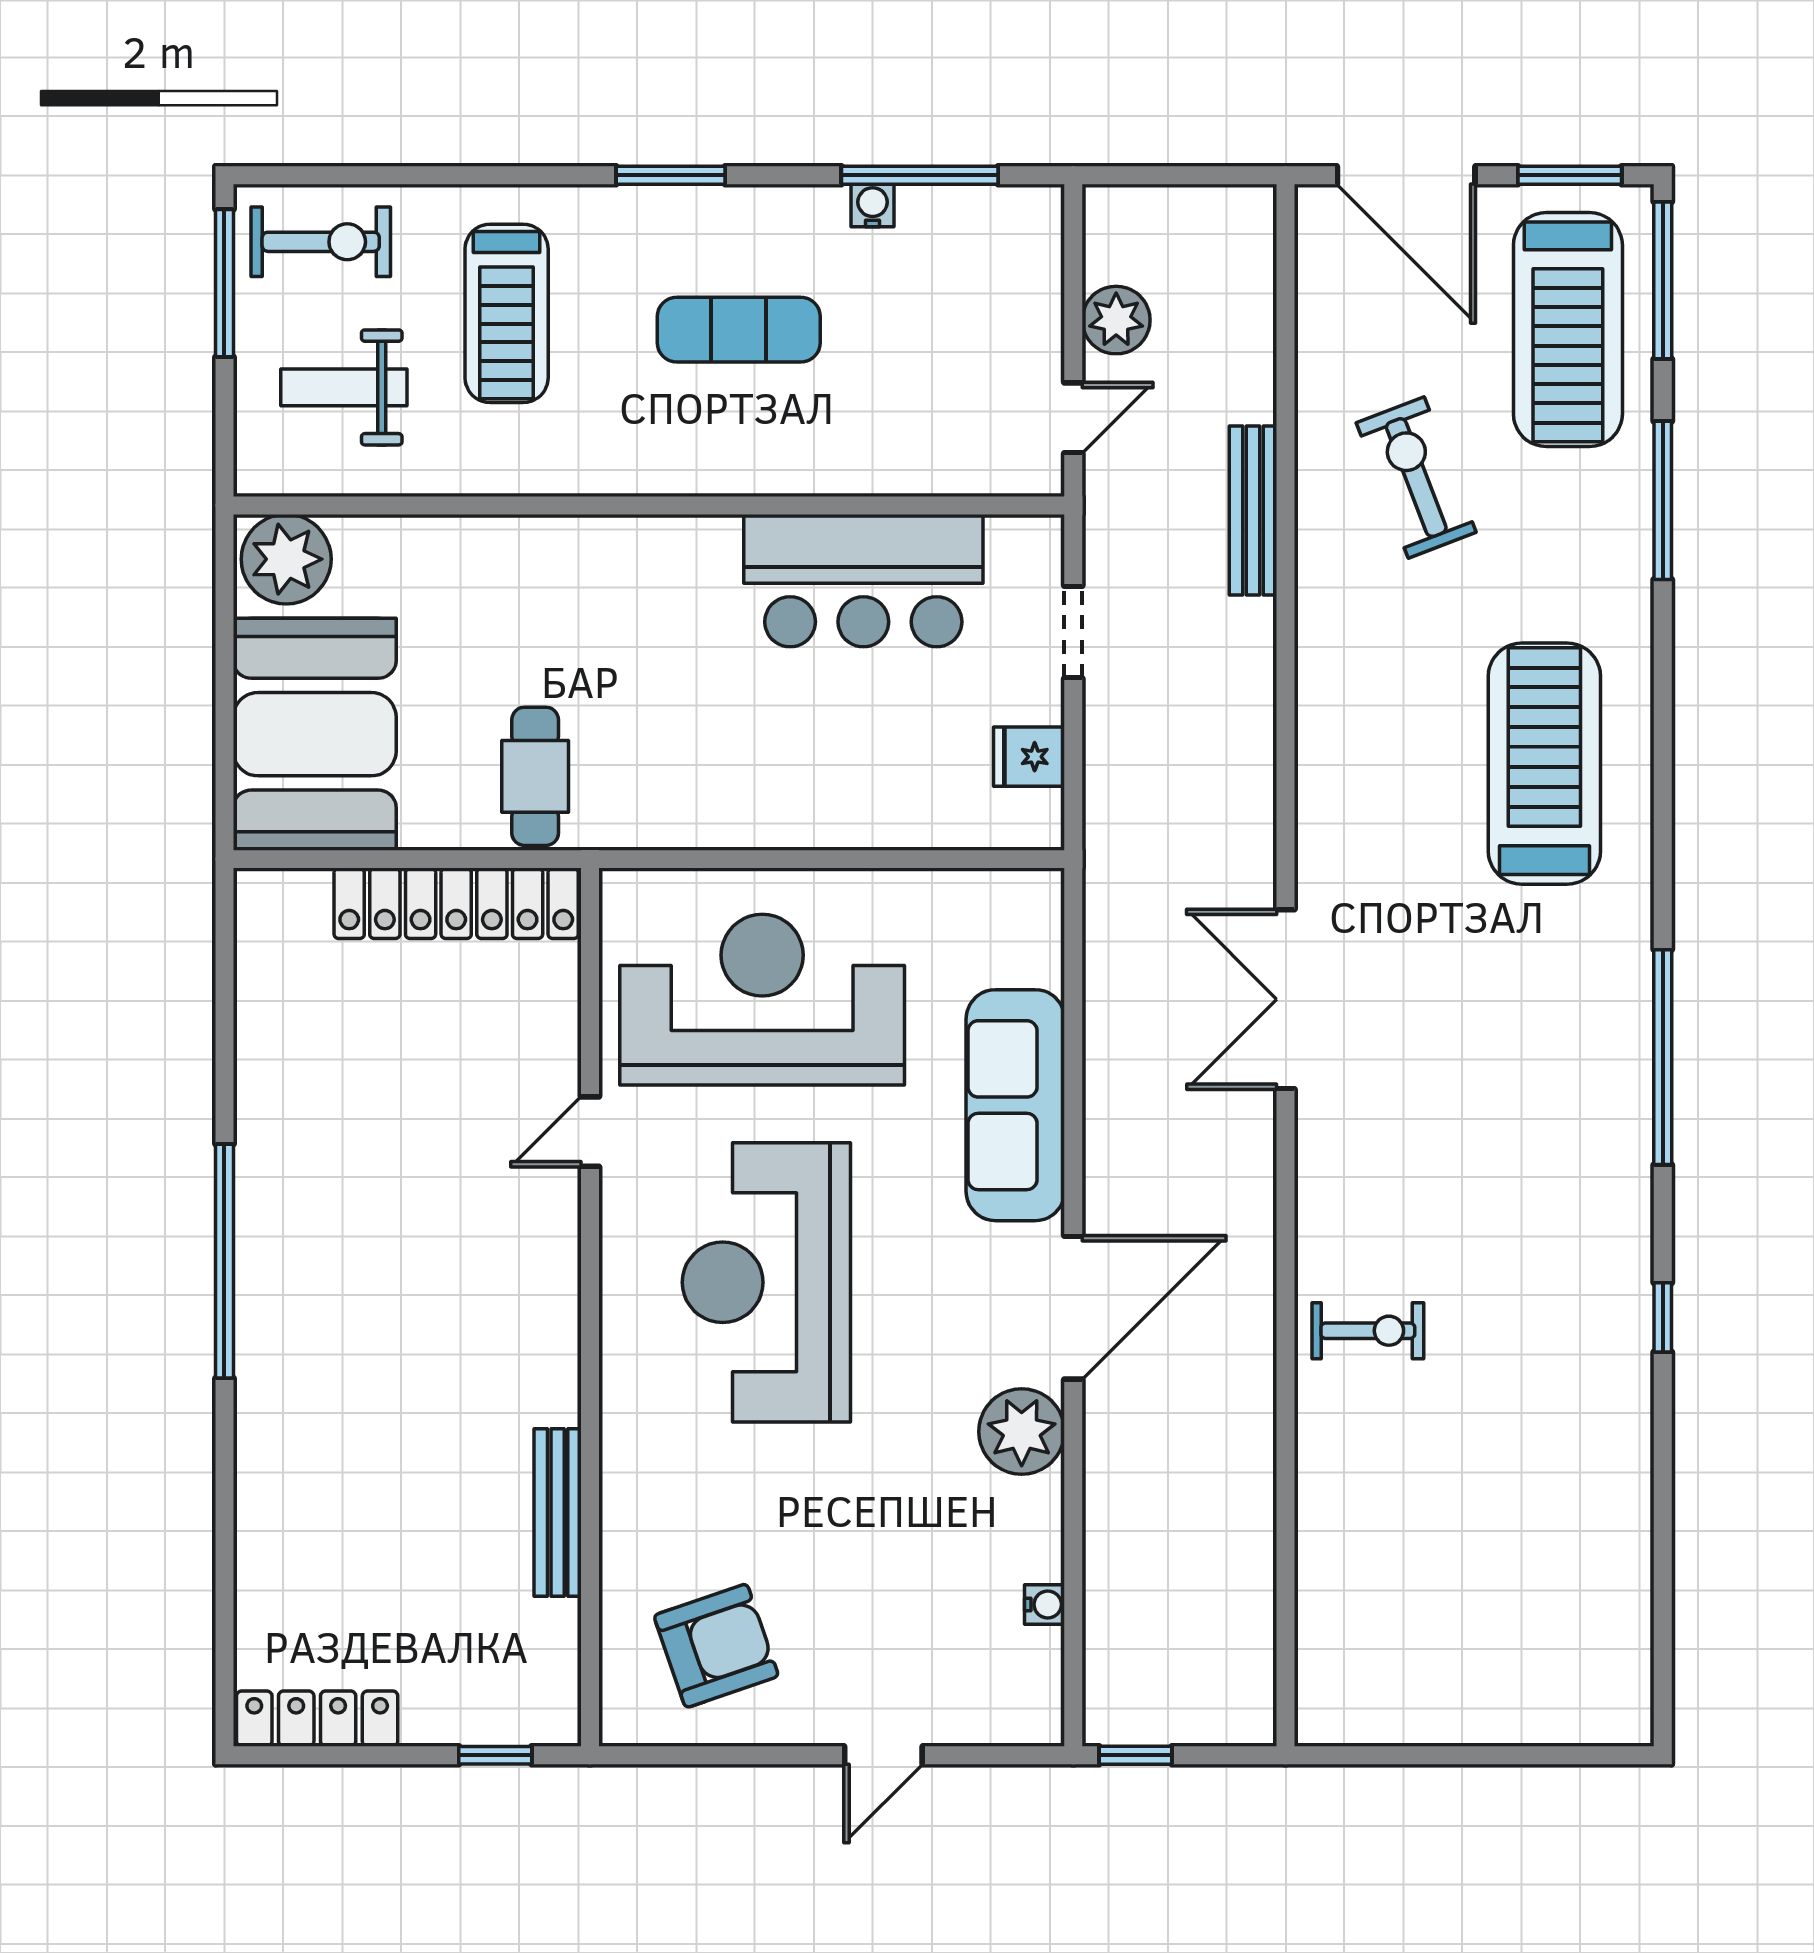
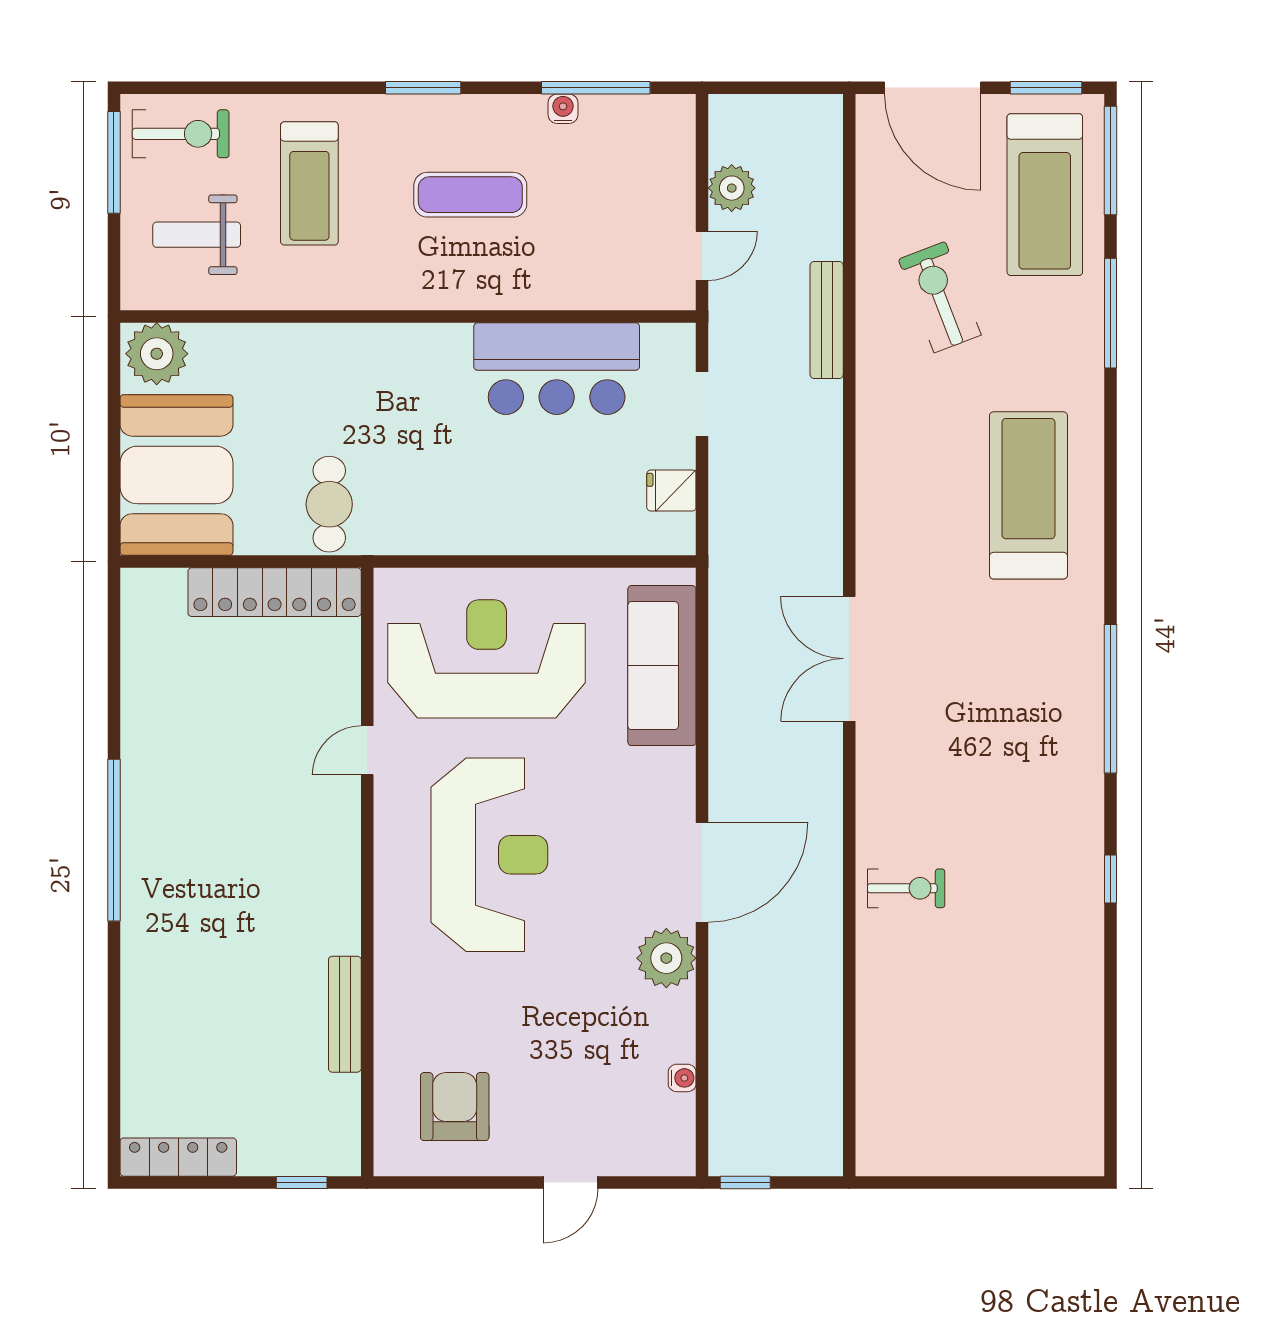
sofa: (1015, 1105) -> (662, 666), moved
reception desk: (766, 1282) -> (489, 855), turned 180
armchair: (716, 1646) -> (455, 1107), turned -71

